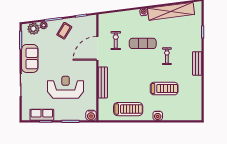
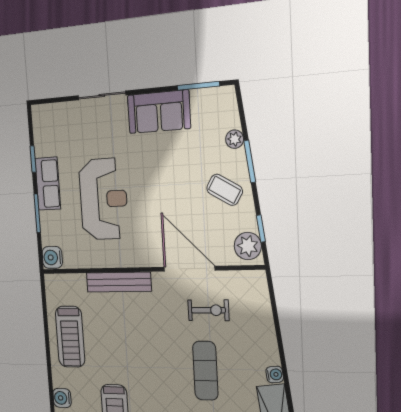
plant: (33, 29) -> (248, 246), moved
row of seats: (42, 115) -> (48, 184), moved

